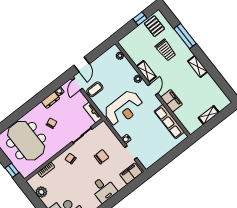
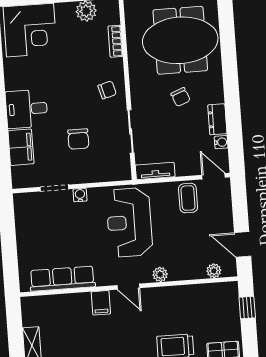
window: (140, 19) -> (247, 307), moved
door: (82, 64) -> (243, 244), moved
shelving: (146, 71) -> (163, 295), removed
filing cabinet: (171, 101) -> (101, 303), width x0.50
filing cabinet: (131, 174) -> (21, 147), moved

